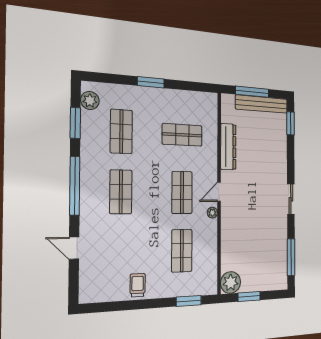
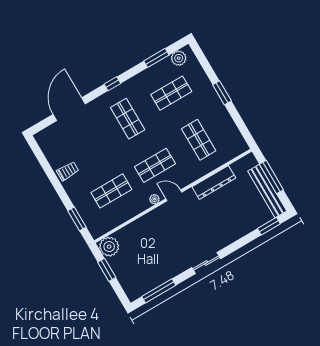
window: (75, 186) -> (112, 84), width x0.32
shop shelf: (121, 192) -> (128, 119), turned 90
door: (74, 248) -> (69, 109), width x1.87

